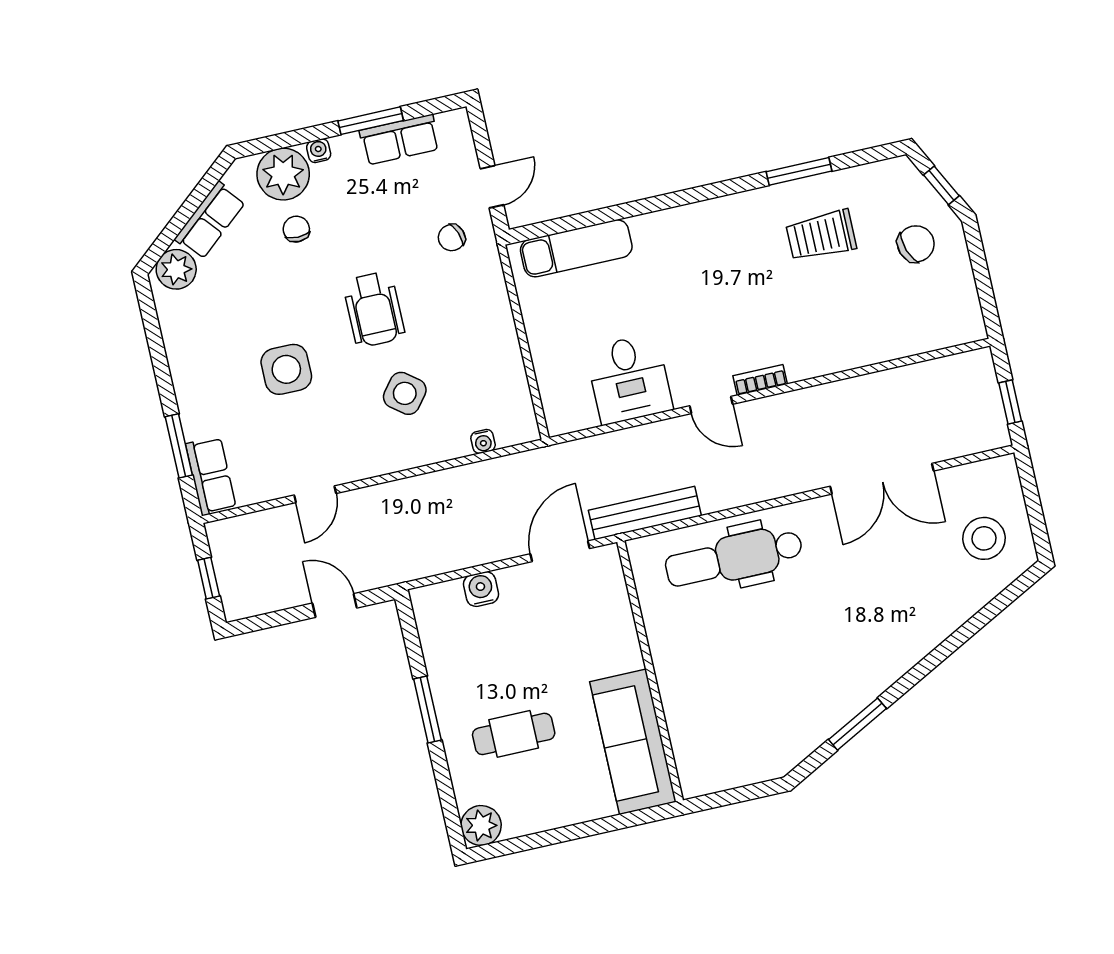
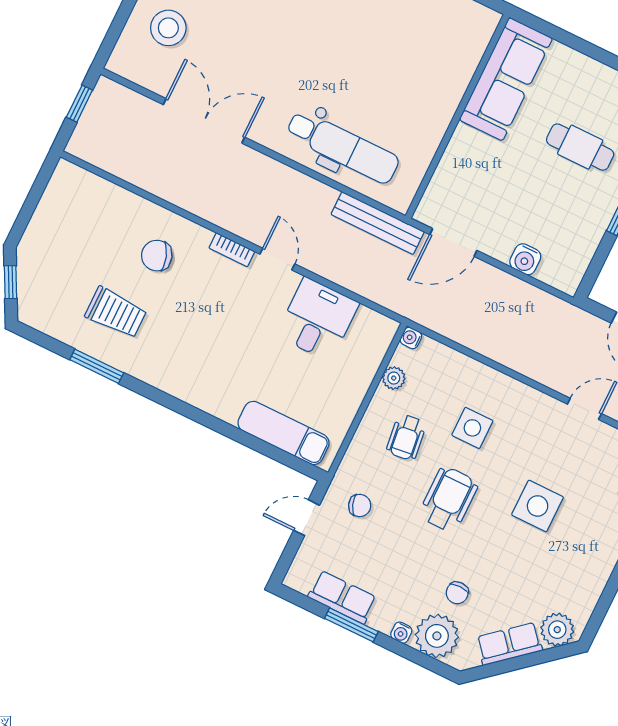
chair: (916, 244) -> (157, 256), moved
wheelchair: (459, 336) -> (406, 437), added
plant: (515, 381) -> (394, 378), added
side table: (405, 393) -> (472, 428), turned -38
water cooler: (483, 441) -> (411, 338), moved, turned -90

